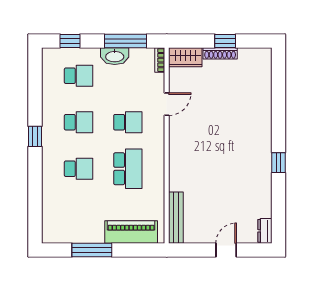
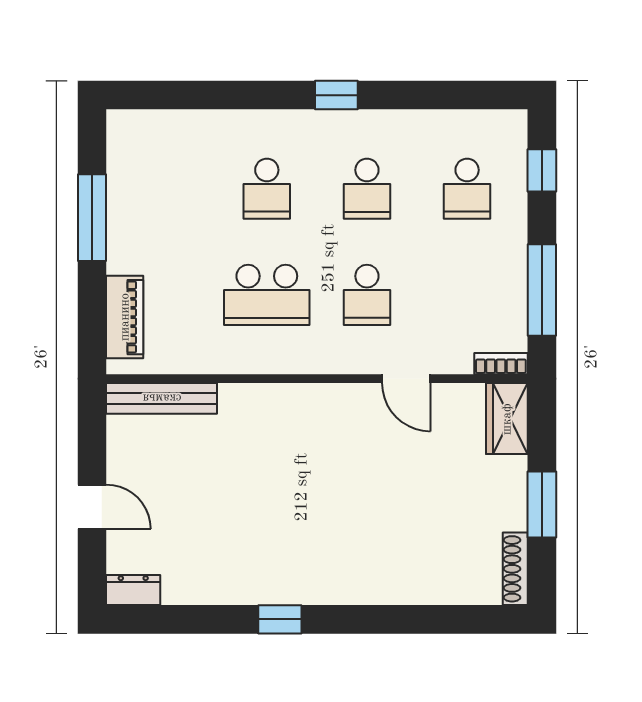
window: (225, 41) -> (542, 505), width x1.50
shoe rack: (220, 53) -> (515, 569), moved
washbasin: (115, 56) -> (509, 267), removed
piano: (131, 232) -> (125, 317), width x0.73, depth x0.75

